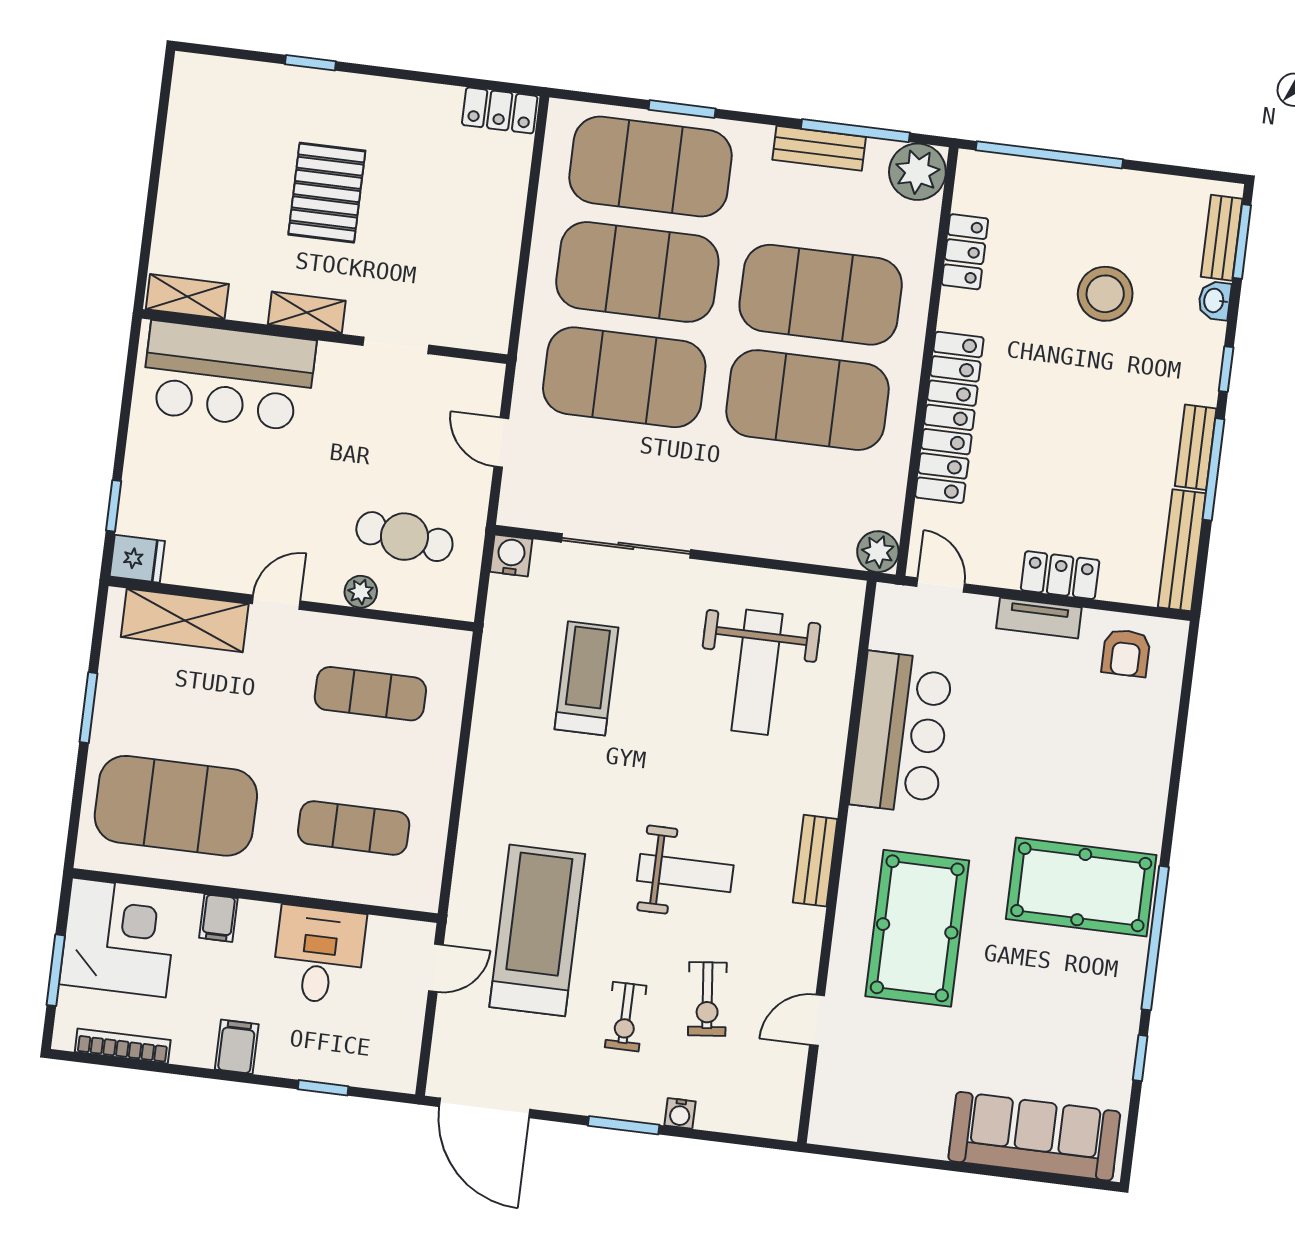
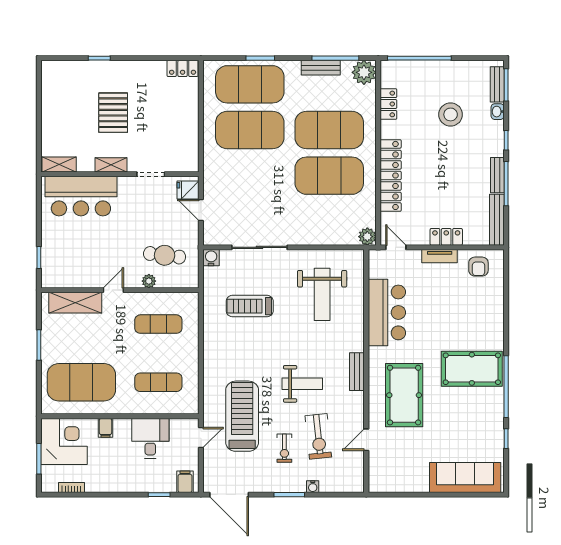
exercise mat: (624, 377) -> (250, 176), removed
fridge: (137, 559) -> (188, 190), moved, turned 180
treadmill: (586, 678) -> (250, 306), turned -90
exercise bike: (707, 999) -> (318, 436), width x1.38, depth x1.39
bookcase: (123, 1046) -> (71, 487), width x0.64
filing cabinet: (237, 1047) -> (185, 482), moved

